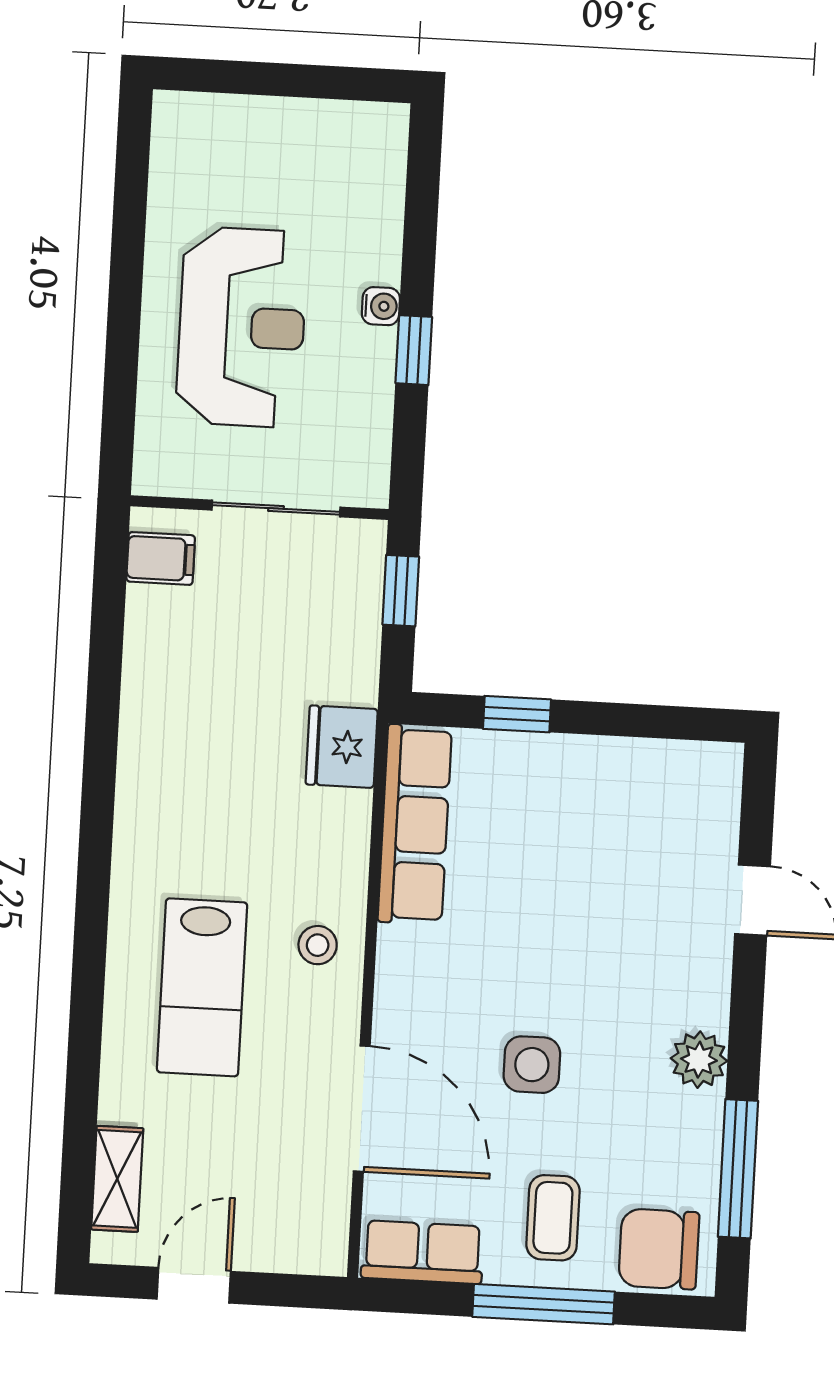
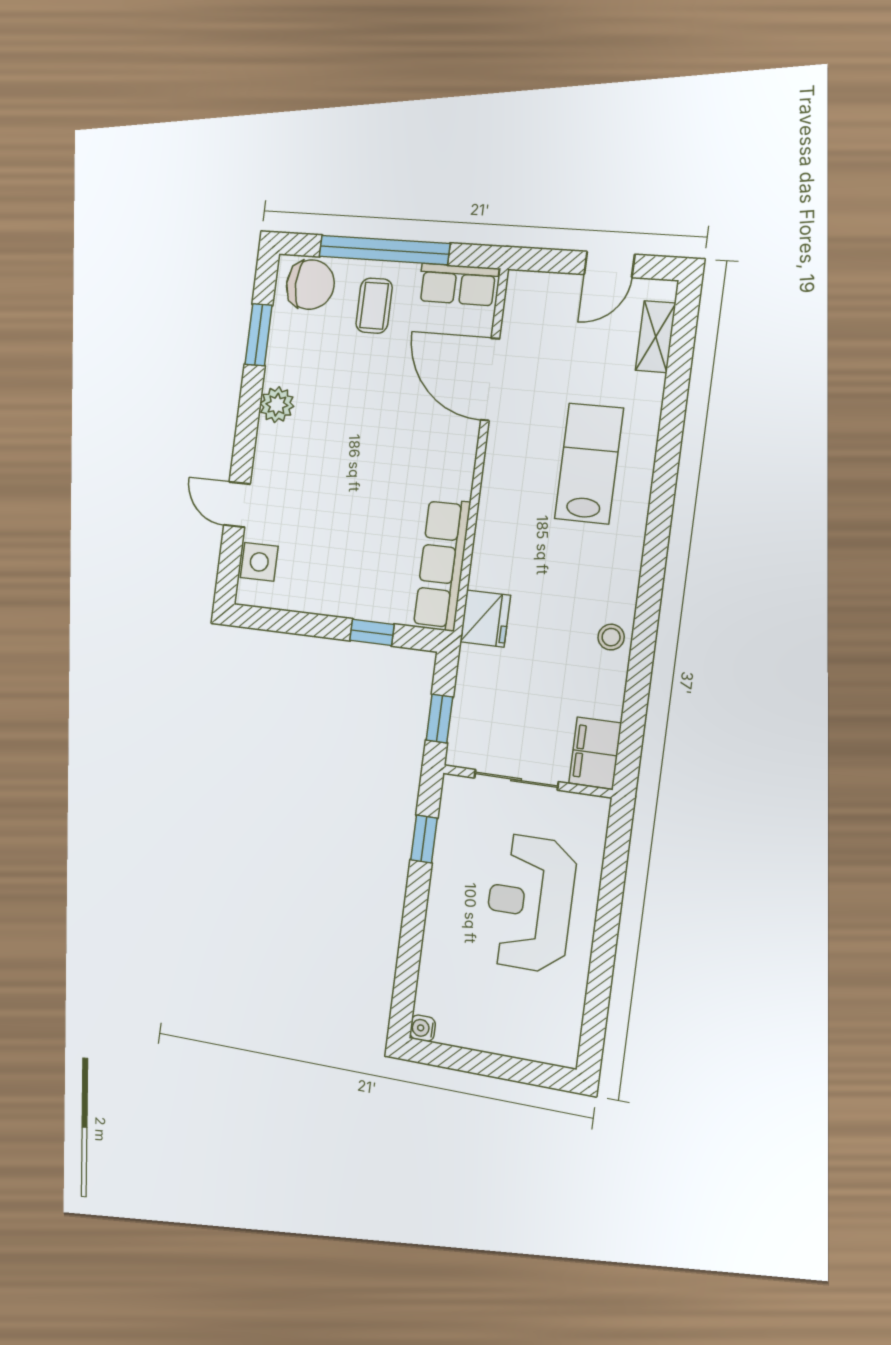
water cooler: (381, 306) -> (423, 1028), moved
window: (414, 350) -> (424, 839), moved
filing cabinet: (161, 558) -> (595, 753), width x2.00
stool: (318, 945) -> (611, 637), moved
side table: (532, 1065) -> (259, 562), moved
window: (738, 1169) -> (259, 335), width x0.69
window: (544, 1304) -> (384, 250), width x1.46

